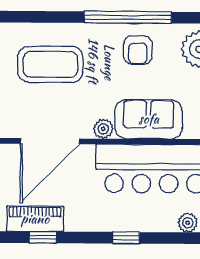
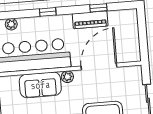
piano: (35, 219) -> (90, 20), moved

